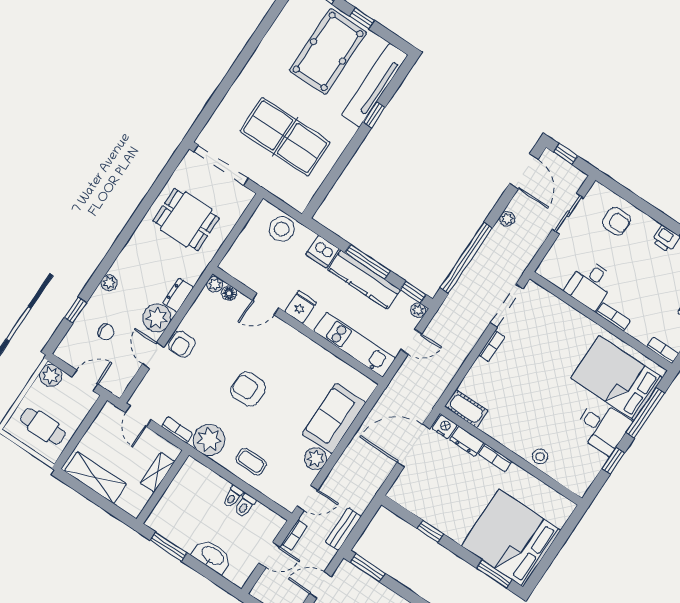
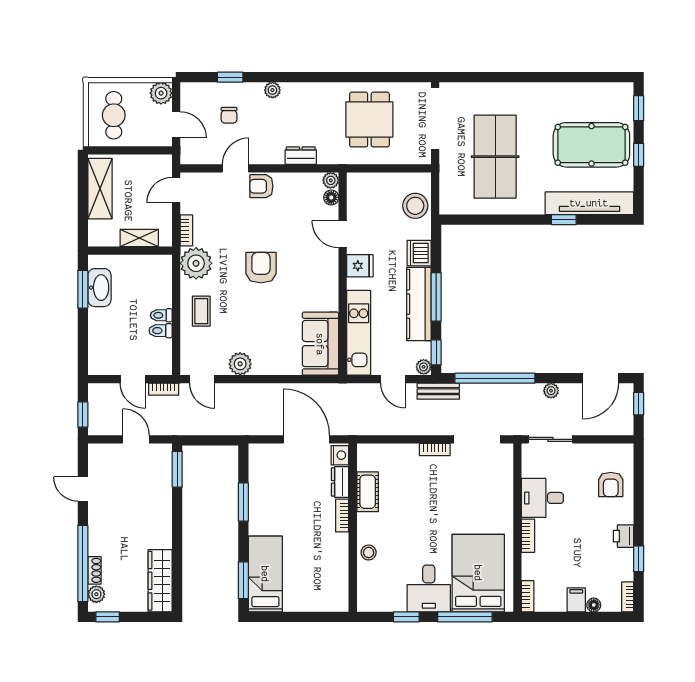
sliding door: (568, 214) -> (550, 439), moved
plant: (157, 318) -> (270, 150), removed
cot: (466, 408) -> (368, 492), moved
sofa: (334, 418) -> (320, 344), moved, turned -90
bench: (343, 529) -> (438, 391), moved
window: (430, 531) -> (243, 502), width x1.50
bed: (511, 538) -> (265, 574), width x0.49
washbasin: (212, 556) -> (99, 288), moved

